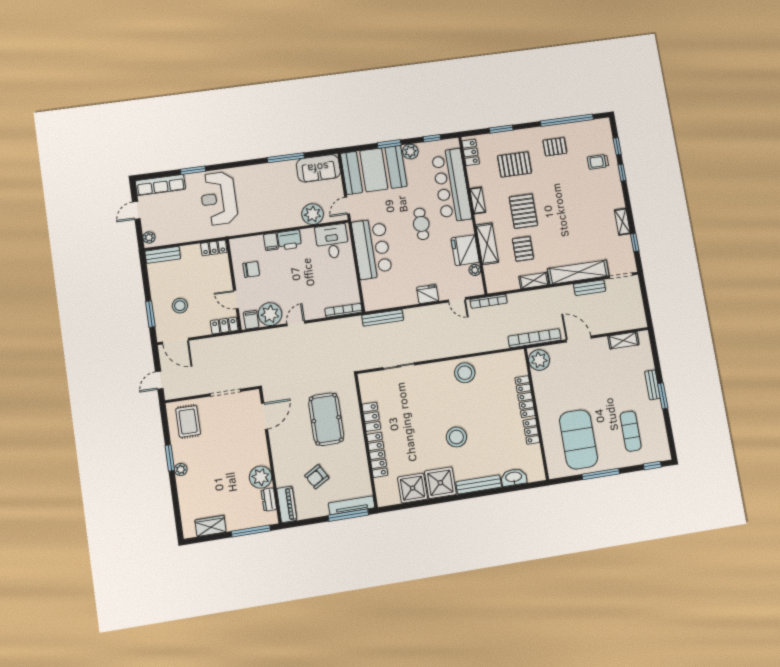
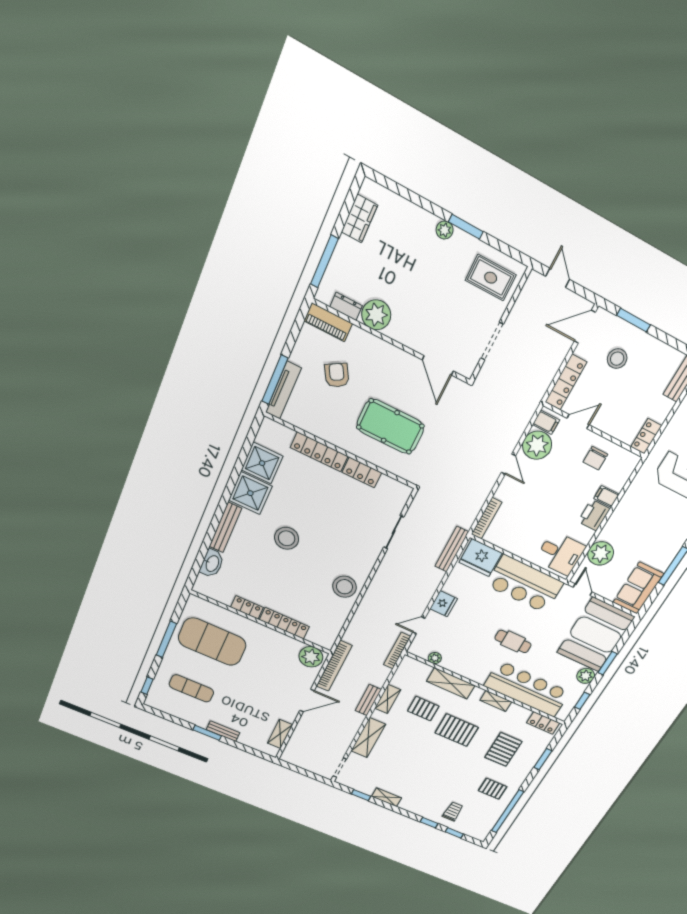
pallet: (555, 147) -> (493, 789), turned 90
fridge: (465, 250) -> (481, 558), moved, turned 180
shelving: (578, 272) -> (368, 738), width x0.68
bench: (590, 288) -> (368, 700), moved
locker: (224, 326) -> (566, 382), width x1.53

